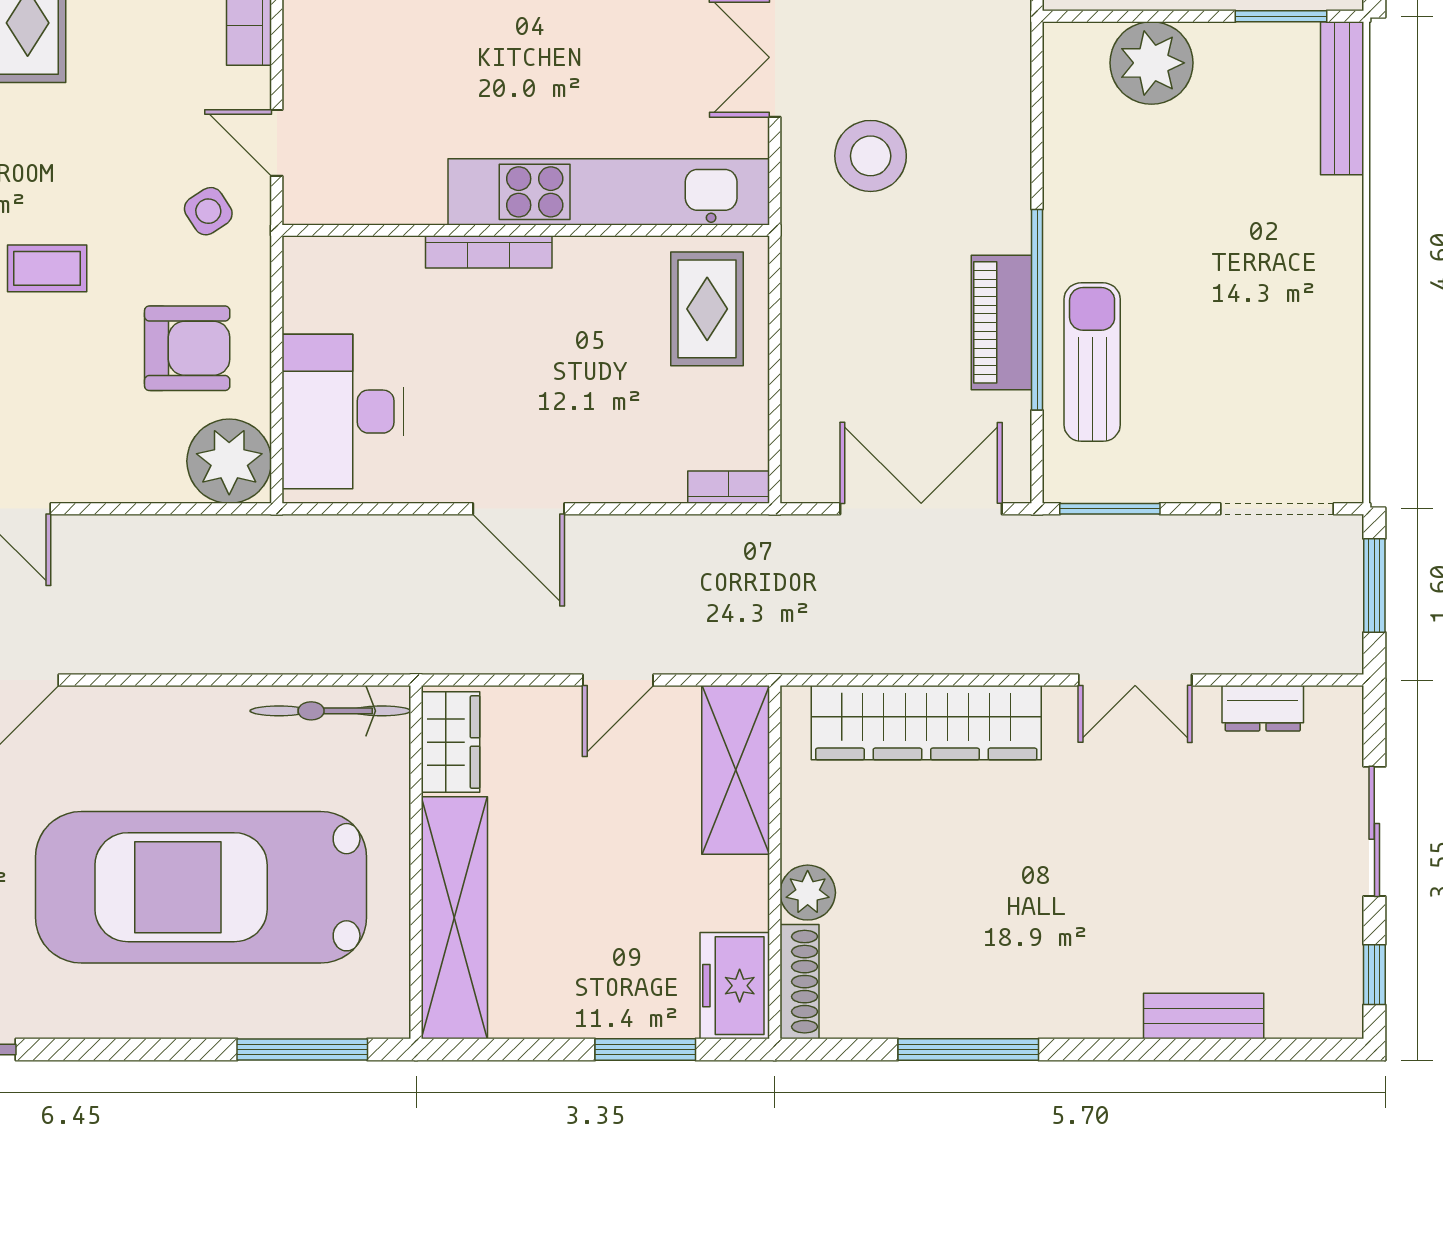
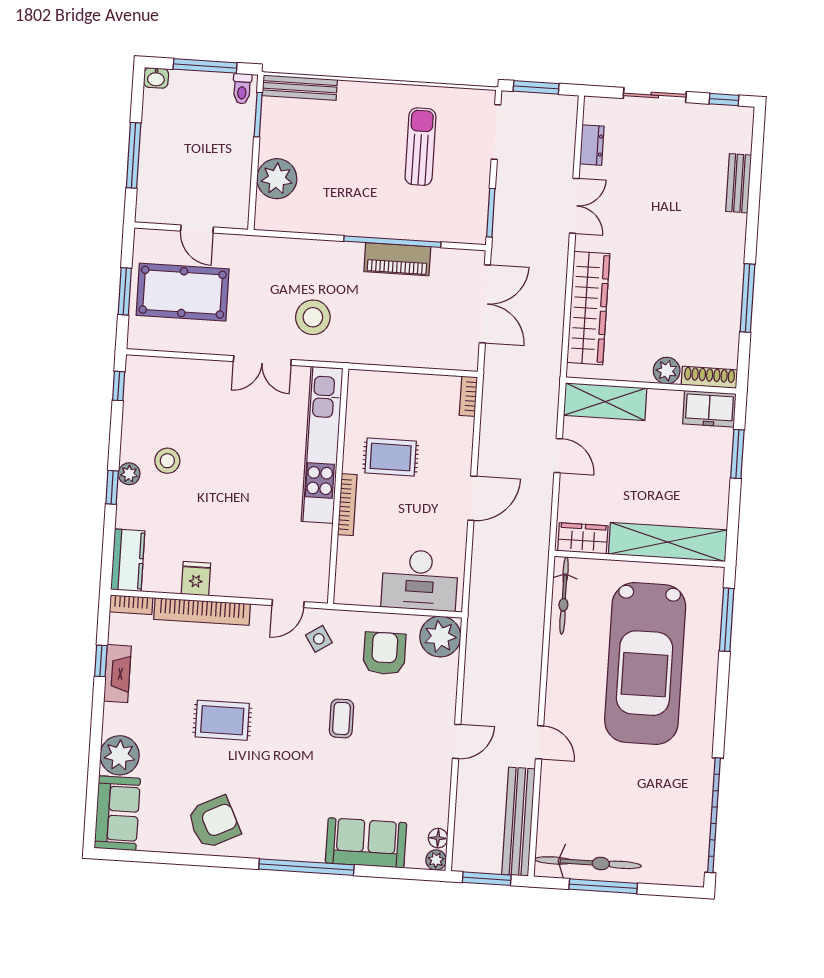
rug: (707, 309) -> (391, 457), moved
sun lounger: (1092, 362) -> (420, 147), moved, turned 90
double door: (921, 509) -> (485, 304), swing flipped

